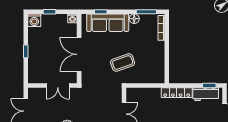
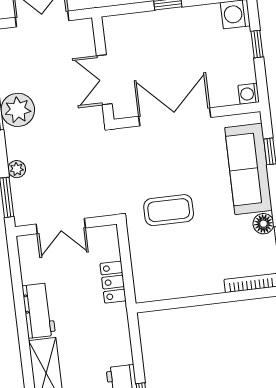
coffee table: (123, 63) -> (169, 210), turned -71
locker: (177, 93) -> (113, 282), moved, width x0.66

